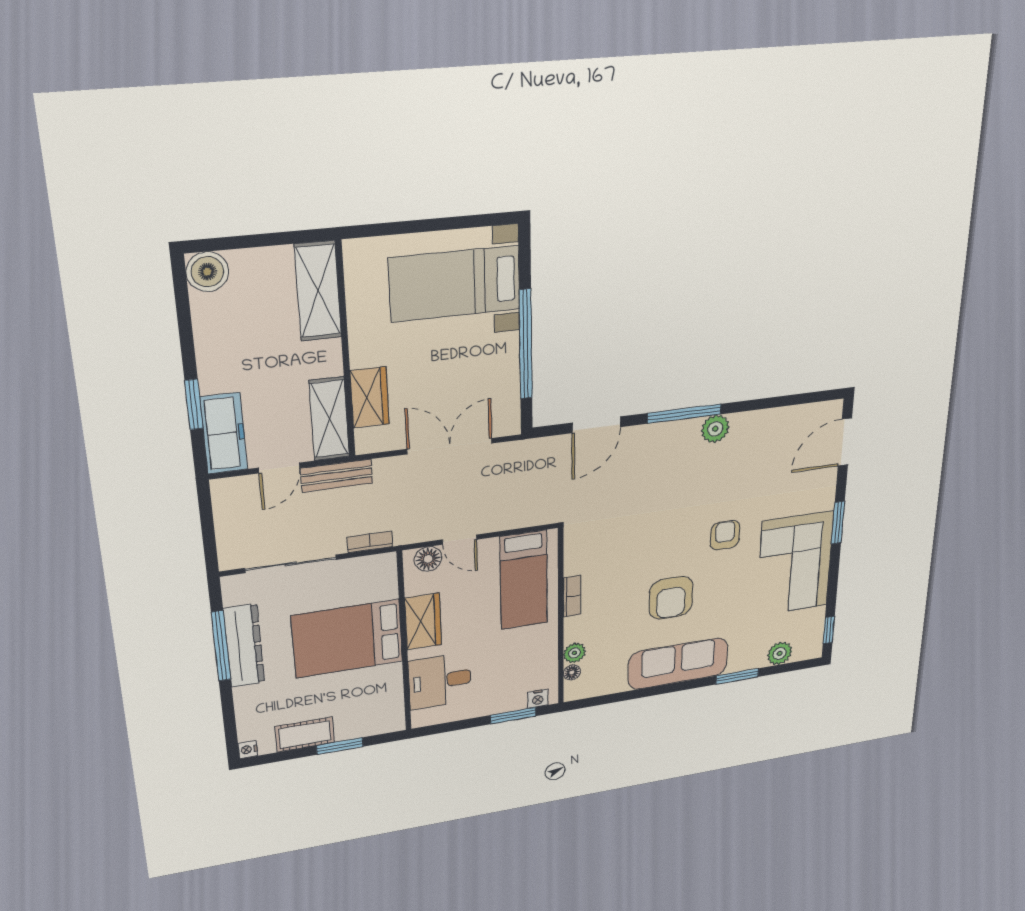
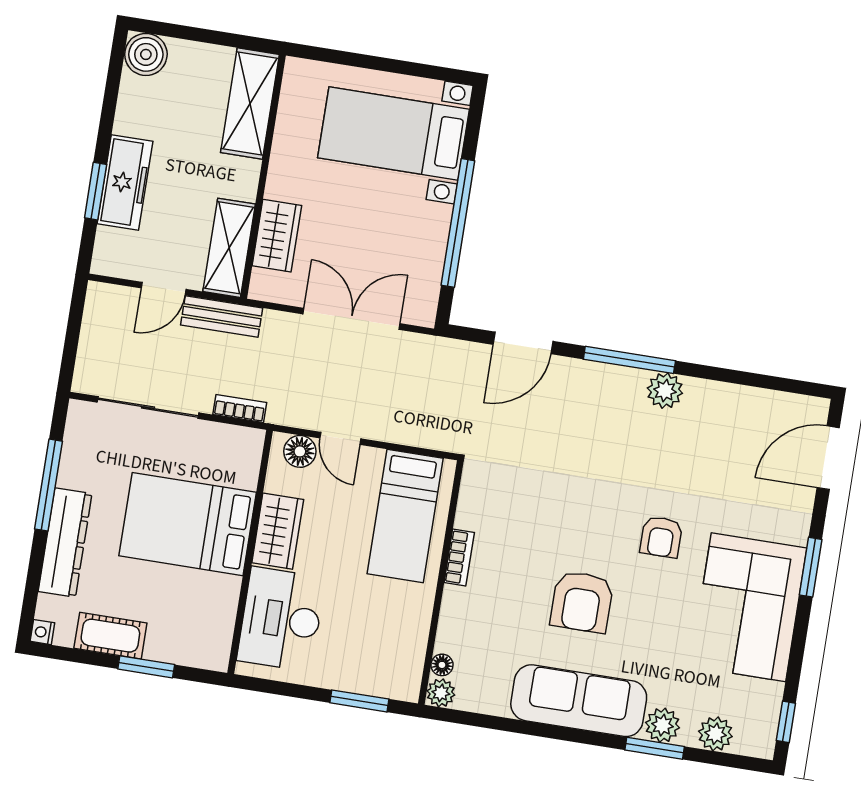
freezer: (224, 433) -> (125, 182), moved
armchair: (725, 535) -> (661, 537), turned 180
dresser: (244, 646) -> (65, 543), moved
plant: (574, 653) -> (441, 693), moved
plant: (741, 660) -> (662, 725), added
desk: (440, 681) -> (281, 619), width x1.37
nightstand: (538, 699) -> (394, 688), removed

